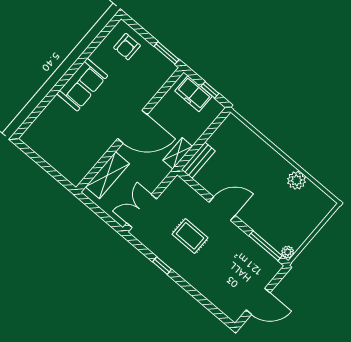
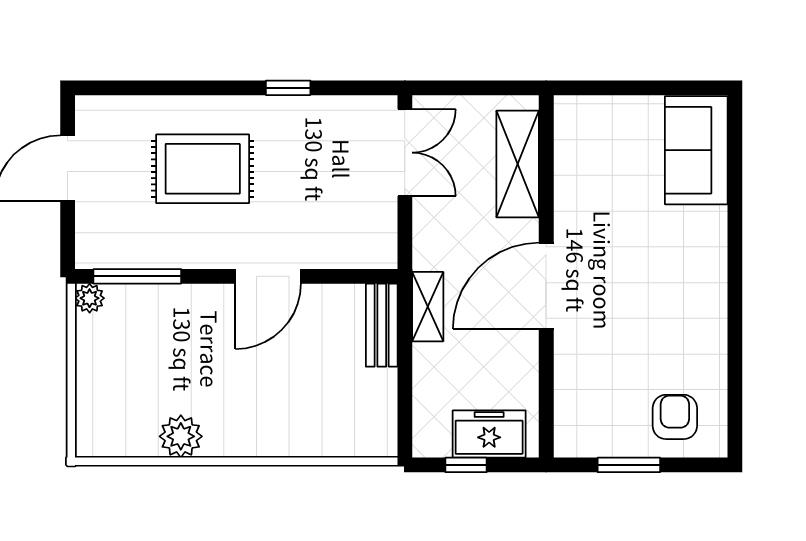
window: (167, 53) -> (629, 465), moved
sofa: (82, 85) -> (696, 150), moved
rug: (190, 236) -> (203, 169), moved, width x1.36, depth x1.43

